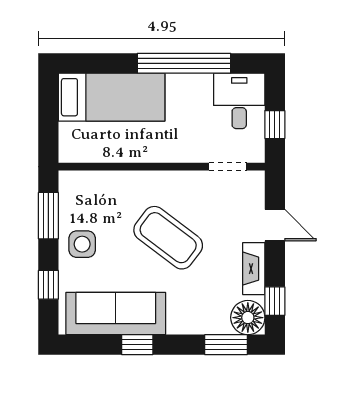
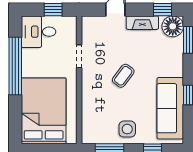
bed: (112, 97) -> (44, 111), width x1.50
doorway: (228, 167) -> (79, 56), moved
coffee table: (168, 238) -> (123, 76), width x0.54, depth x0.58

